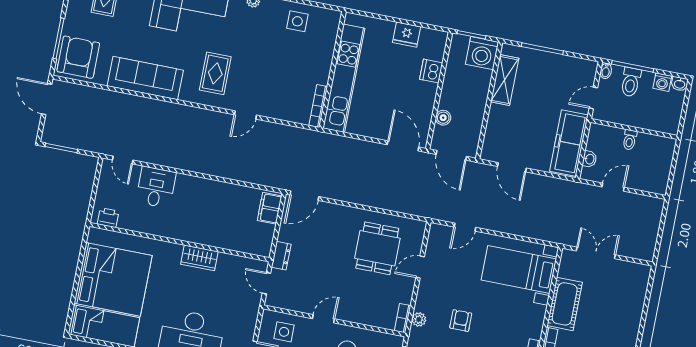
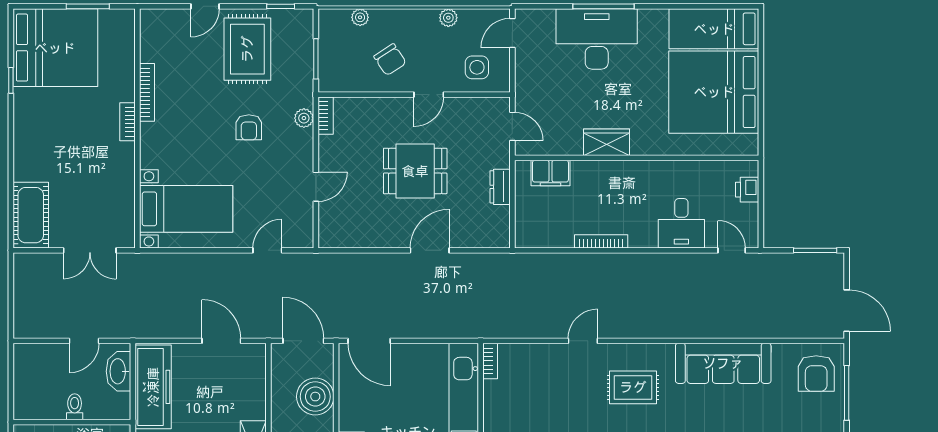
armchair: (78, 57) -> (816, 373), width x0.73, depth x0.73
rug: (215, 73) -> (633, 387), turned 90
bookcase: (318, 106) -> (490, 361), width x0.64
boiler: (443, 118) -> (315, 397), width x1.86, depth x1.86
washbasin: (589, 159) -> (118, 371), width x1.91, depth x1.45
bookcase: (218, 186) -> (601, 241), added
door: (304, 196) -> (430, 250), moved
filing cabinet: (270, 208) -> (550, 173), moved, turned 90
printer: (108, 218) -> (747, 190), moved, turned 90
dining table: (377, 248) -> (415, 171), moved, turned 90
dresser: (281, 256) -> (500, 187), moved
cot: (565, 304) -> (31, 215), moved

